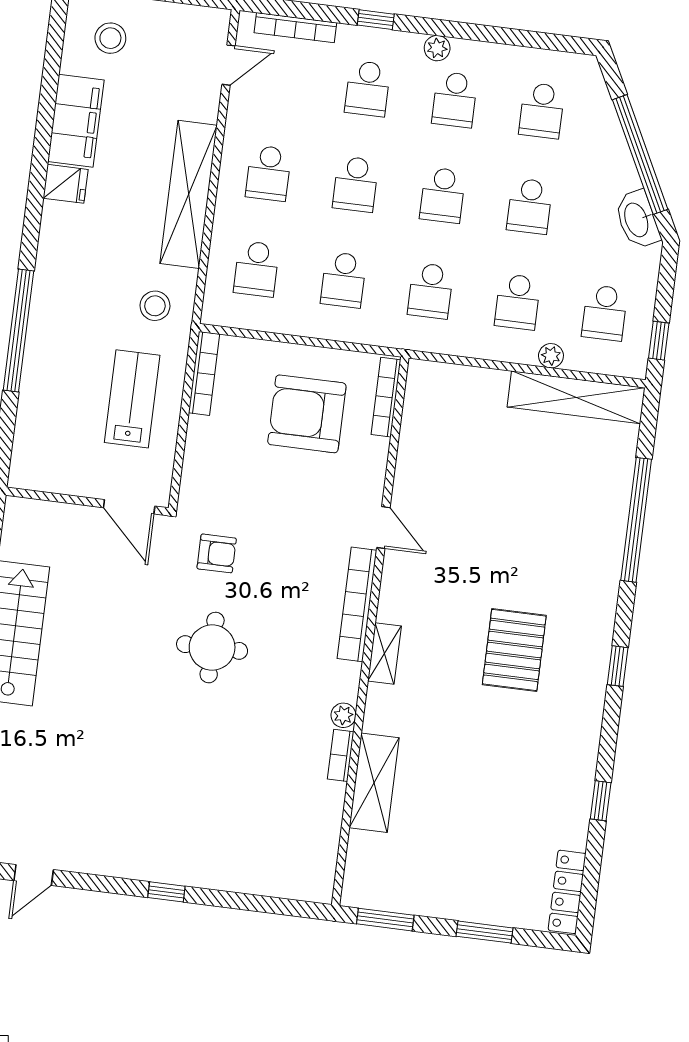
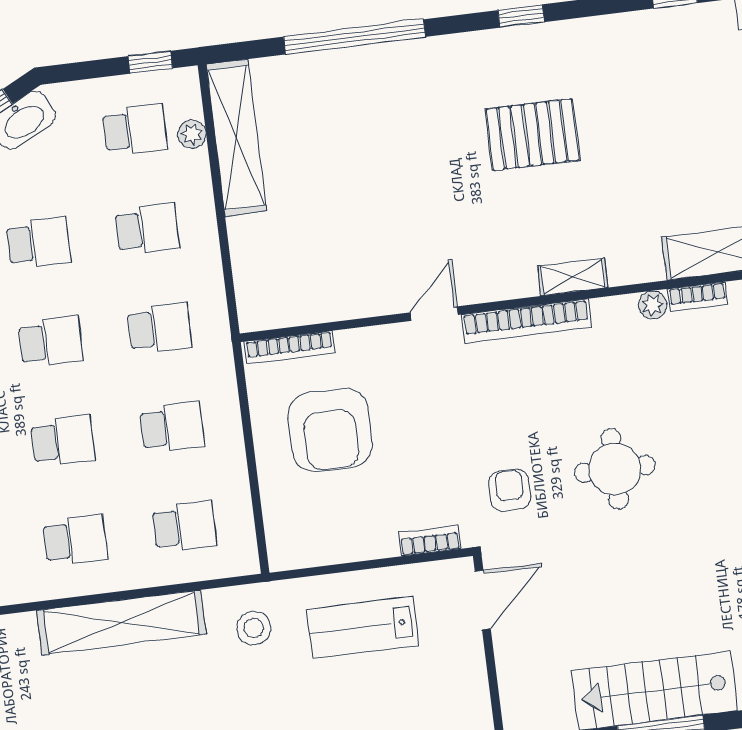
plant: (551, 356) -> (192, 134), moved
bookcase: (204, 373) -> (430, 541), moved, width x0.64

